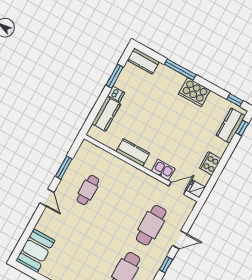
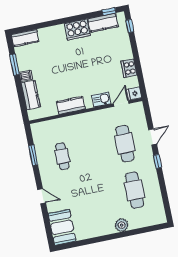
window: (180, 70) -> (55, 23), removed
kitchen counter: (231, 126) -> (103, 23), moved, turned -90
door: (47, 198) -> (42, 196), moved

